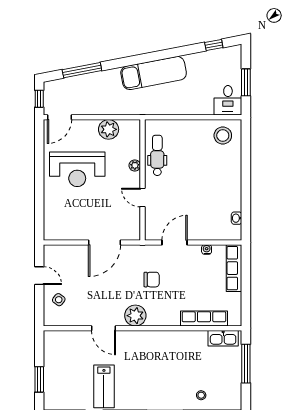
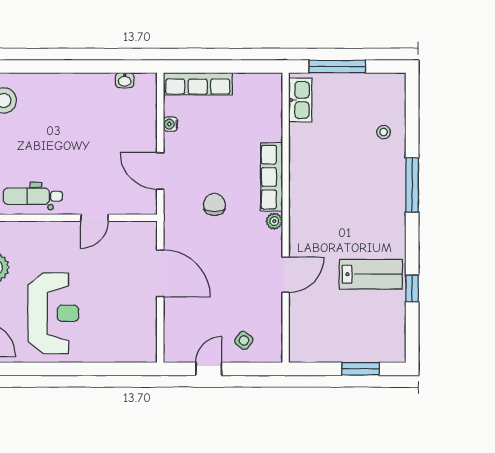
plant: (135, 165) -> (48, 229), removed
plant: (135, 316) -> (274, 221), width x0.53, depth x0.53
row of seats: (204, 319) -> (271, 177), moved

